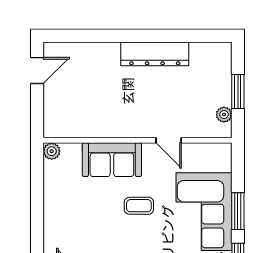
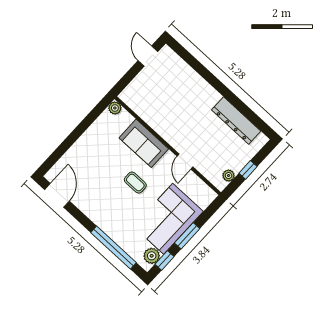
dresser: (155, 54) -> (236, 121), moved
door: (37, 71) -> (148, 56), swing flipped
window: (238, 91) -> (248, 170), width x0.67

